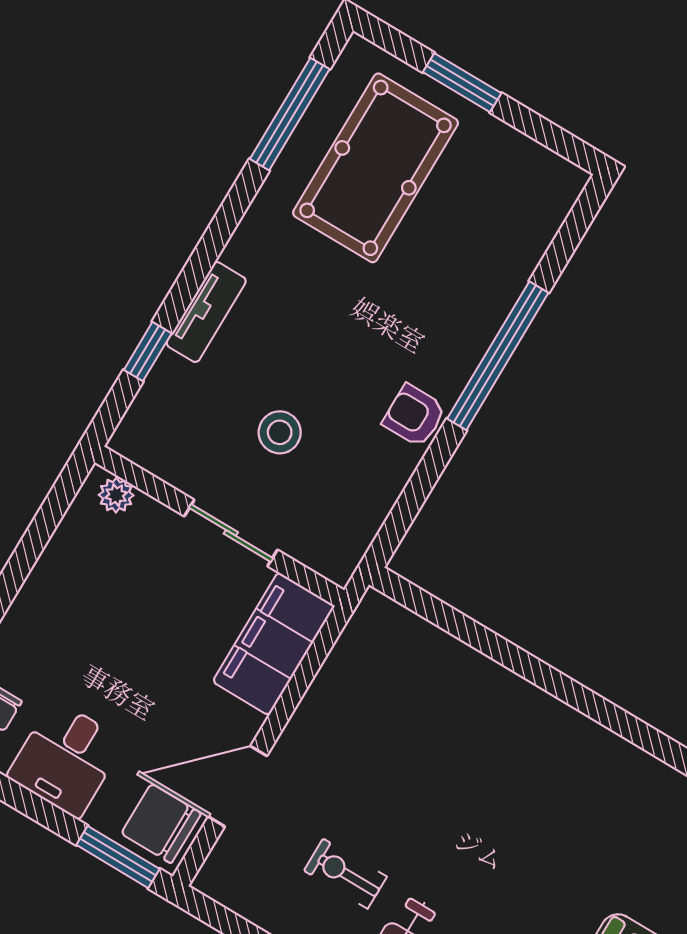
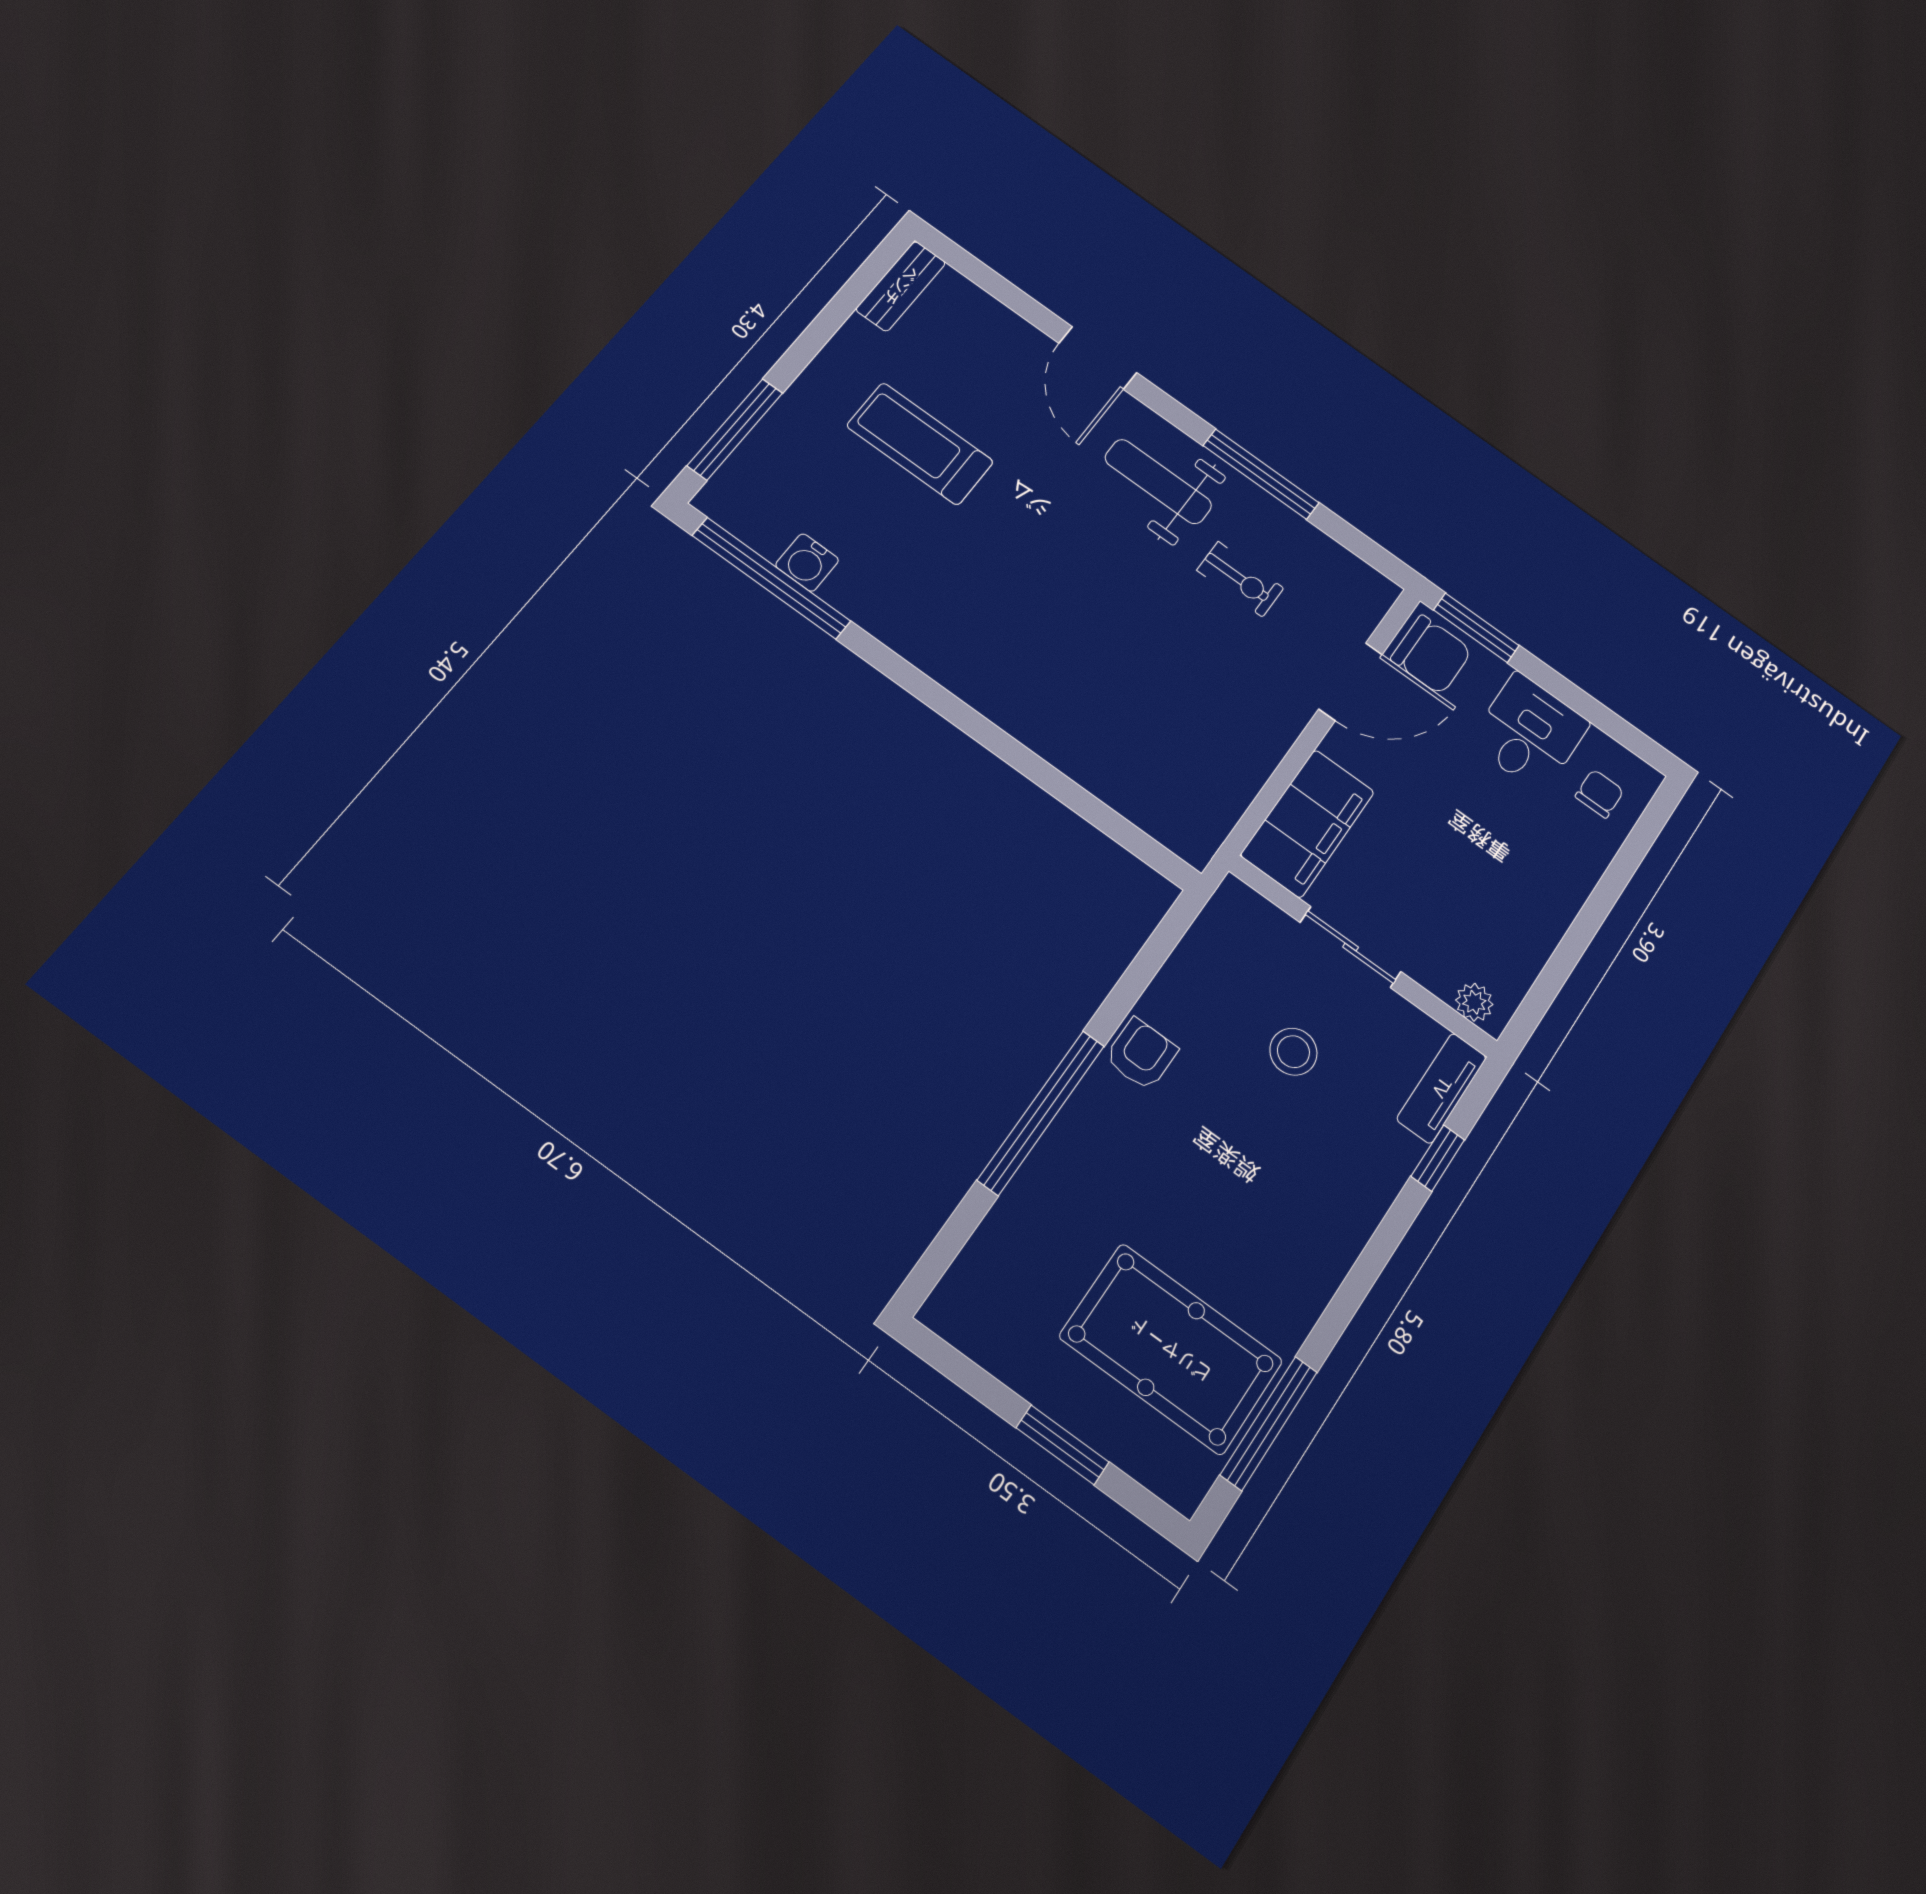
pool table: (376, 168) -> (1171, 1349), turned 90
tv unit: (206, 312) -> (1442, 1088), moved
armchair: (414, 416) -> (1141, 1054), turned -90

